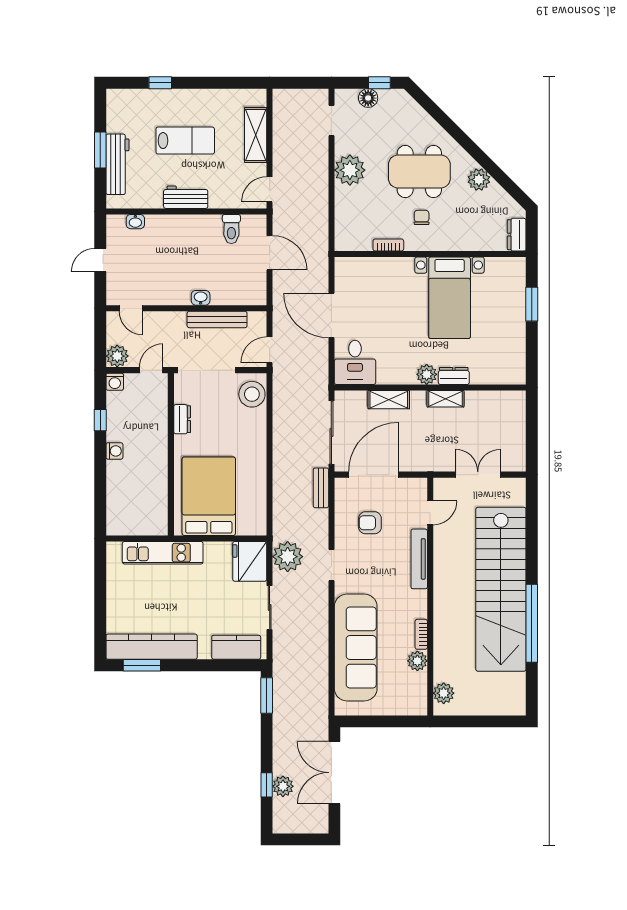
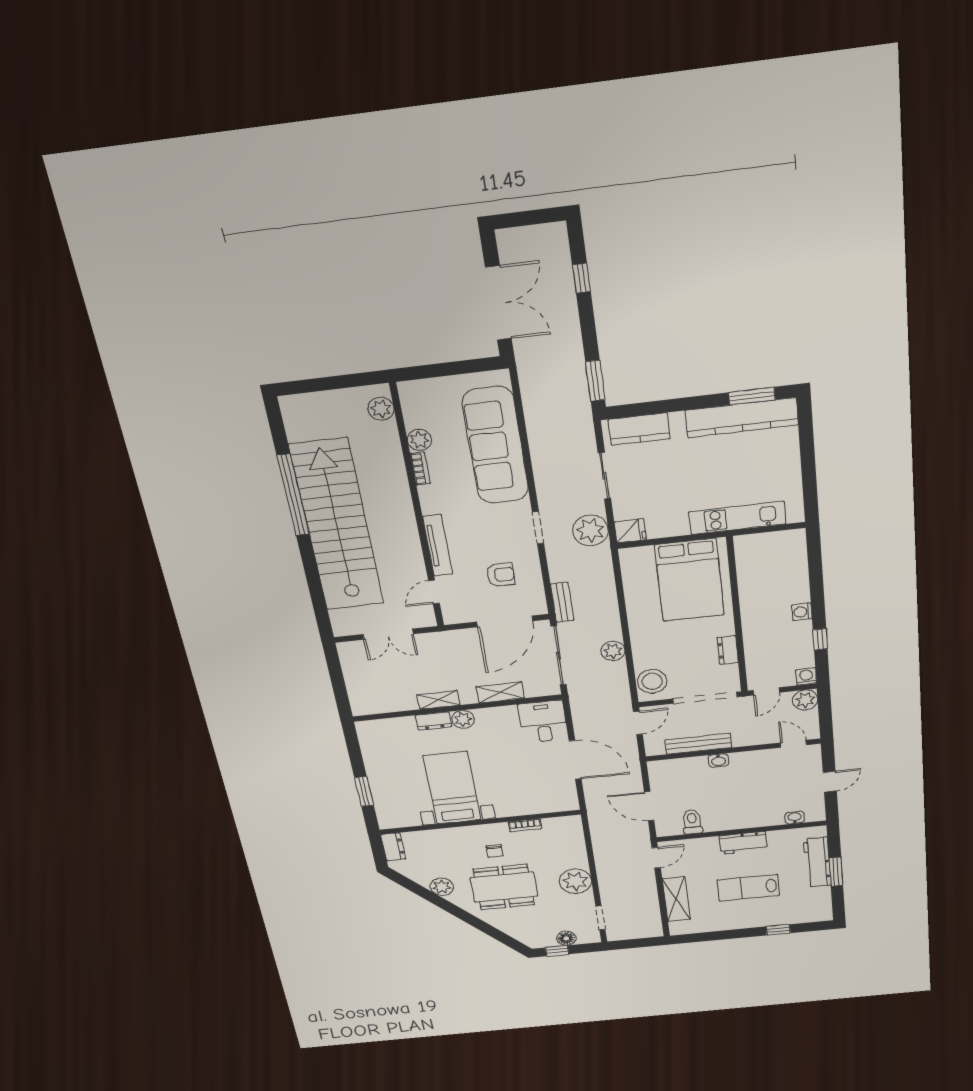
fridge: (250, 561) -> (630, 531), width x0.53, depth x0.75
plant: (283, 786) -> (613, 651), moved

